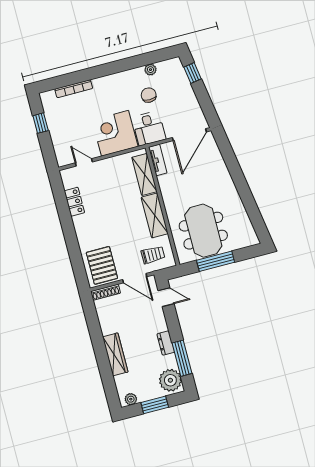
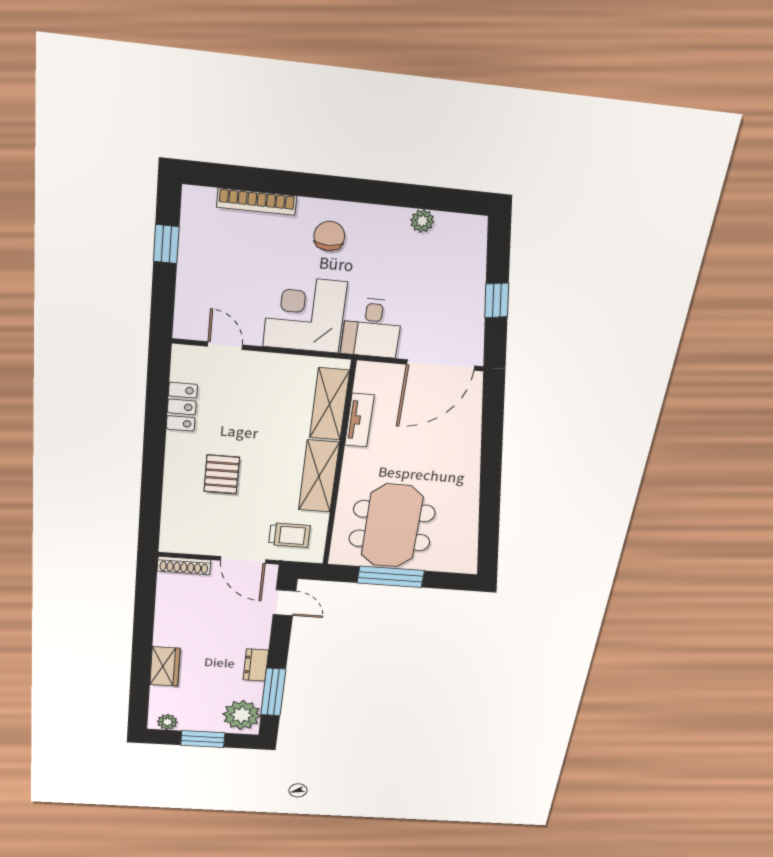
window: (193, 73) -> (497, 300), moved
chair: (149, 95) -> (329, 236), moved
tv unit: (158, 160) -> (359, 420), moved
pallet: (102, 265) -> (222, 474), moved, width x0.67, depth x0.71
wardrobe: (115, 354) -> (165, 667), width x0.67

